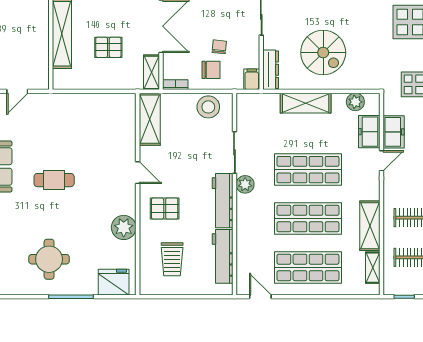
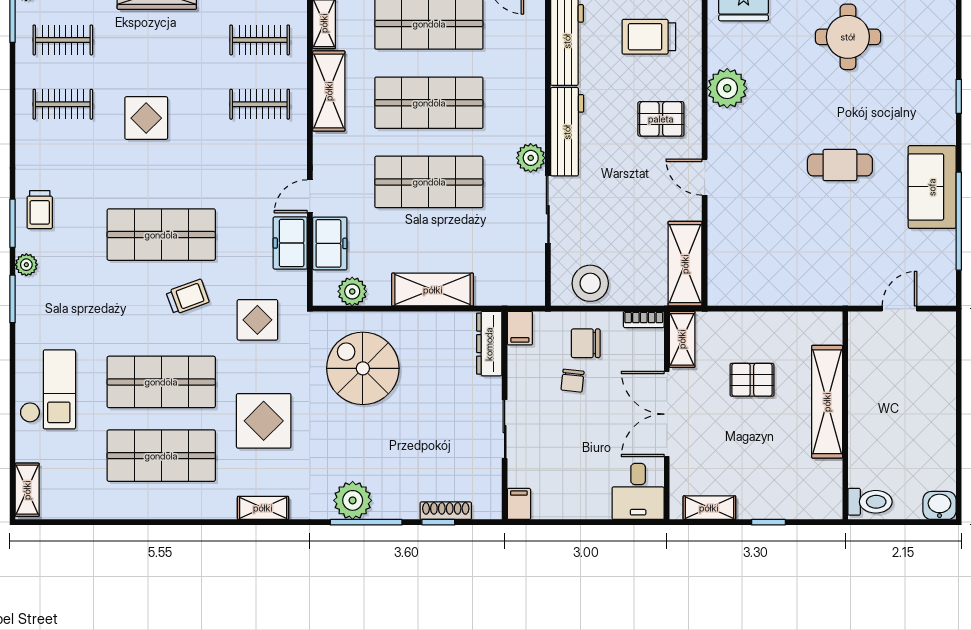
spiral stairs: (323, 53) -> (363, 368), moved
trolley: (172, 259) -> (649, 37), turned -90

